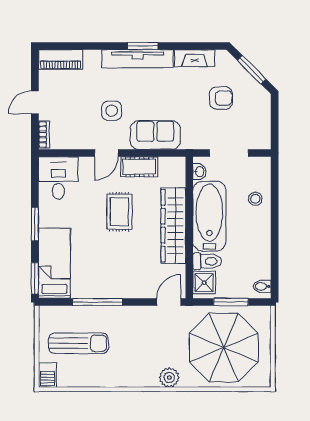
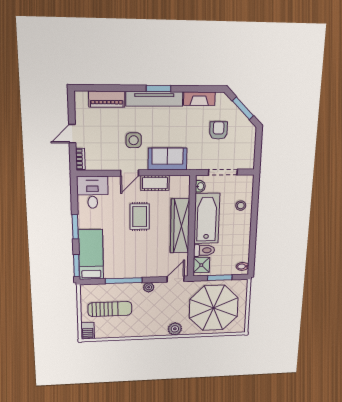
piano: (61, 59) -> (107, 99), moved
armchair: (221, 98) -> (219, 130), turned -90
plant: (132, 313) -> (149, 287), added

